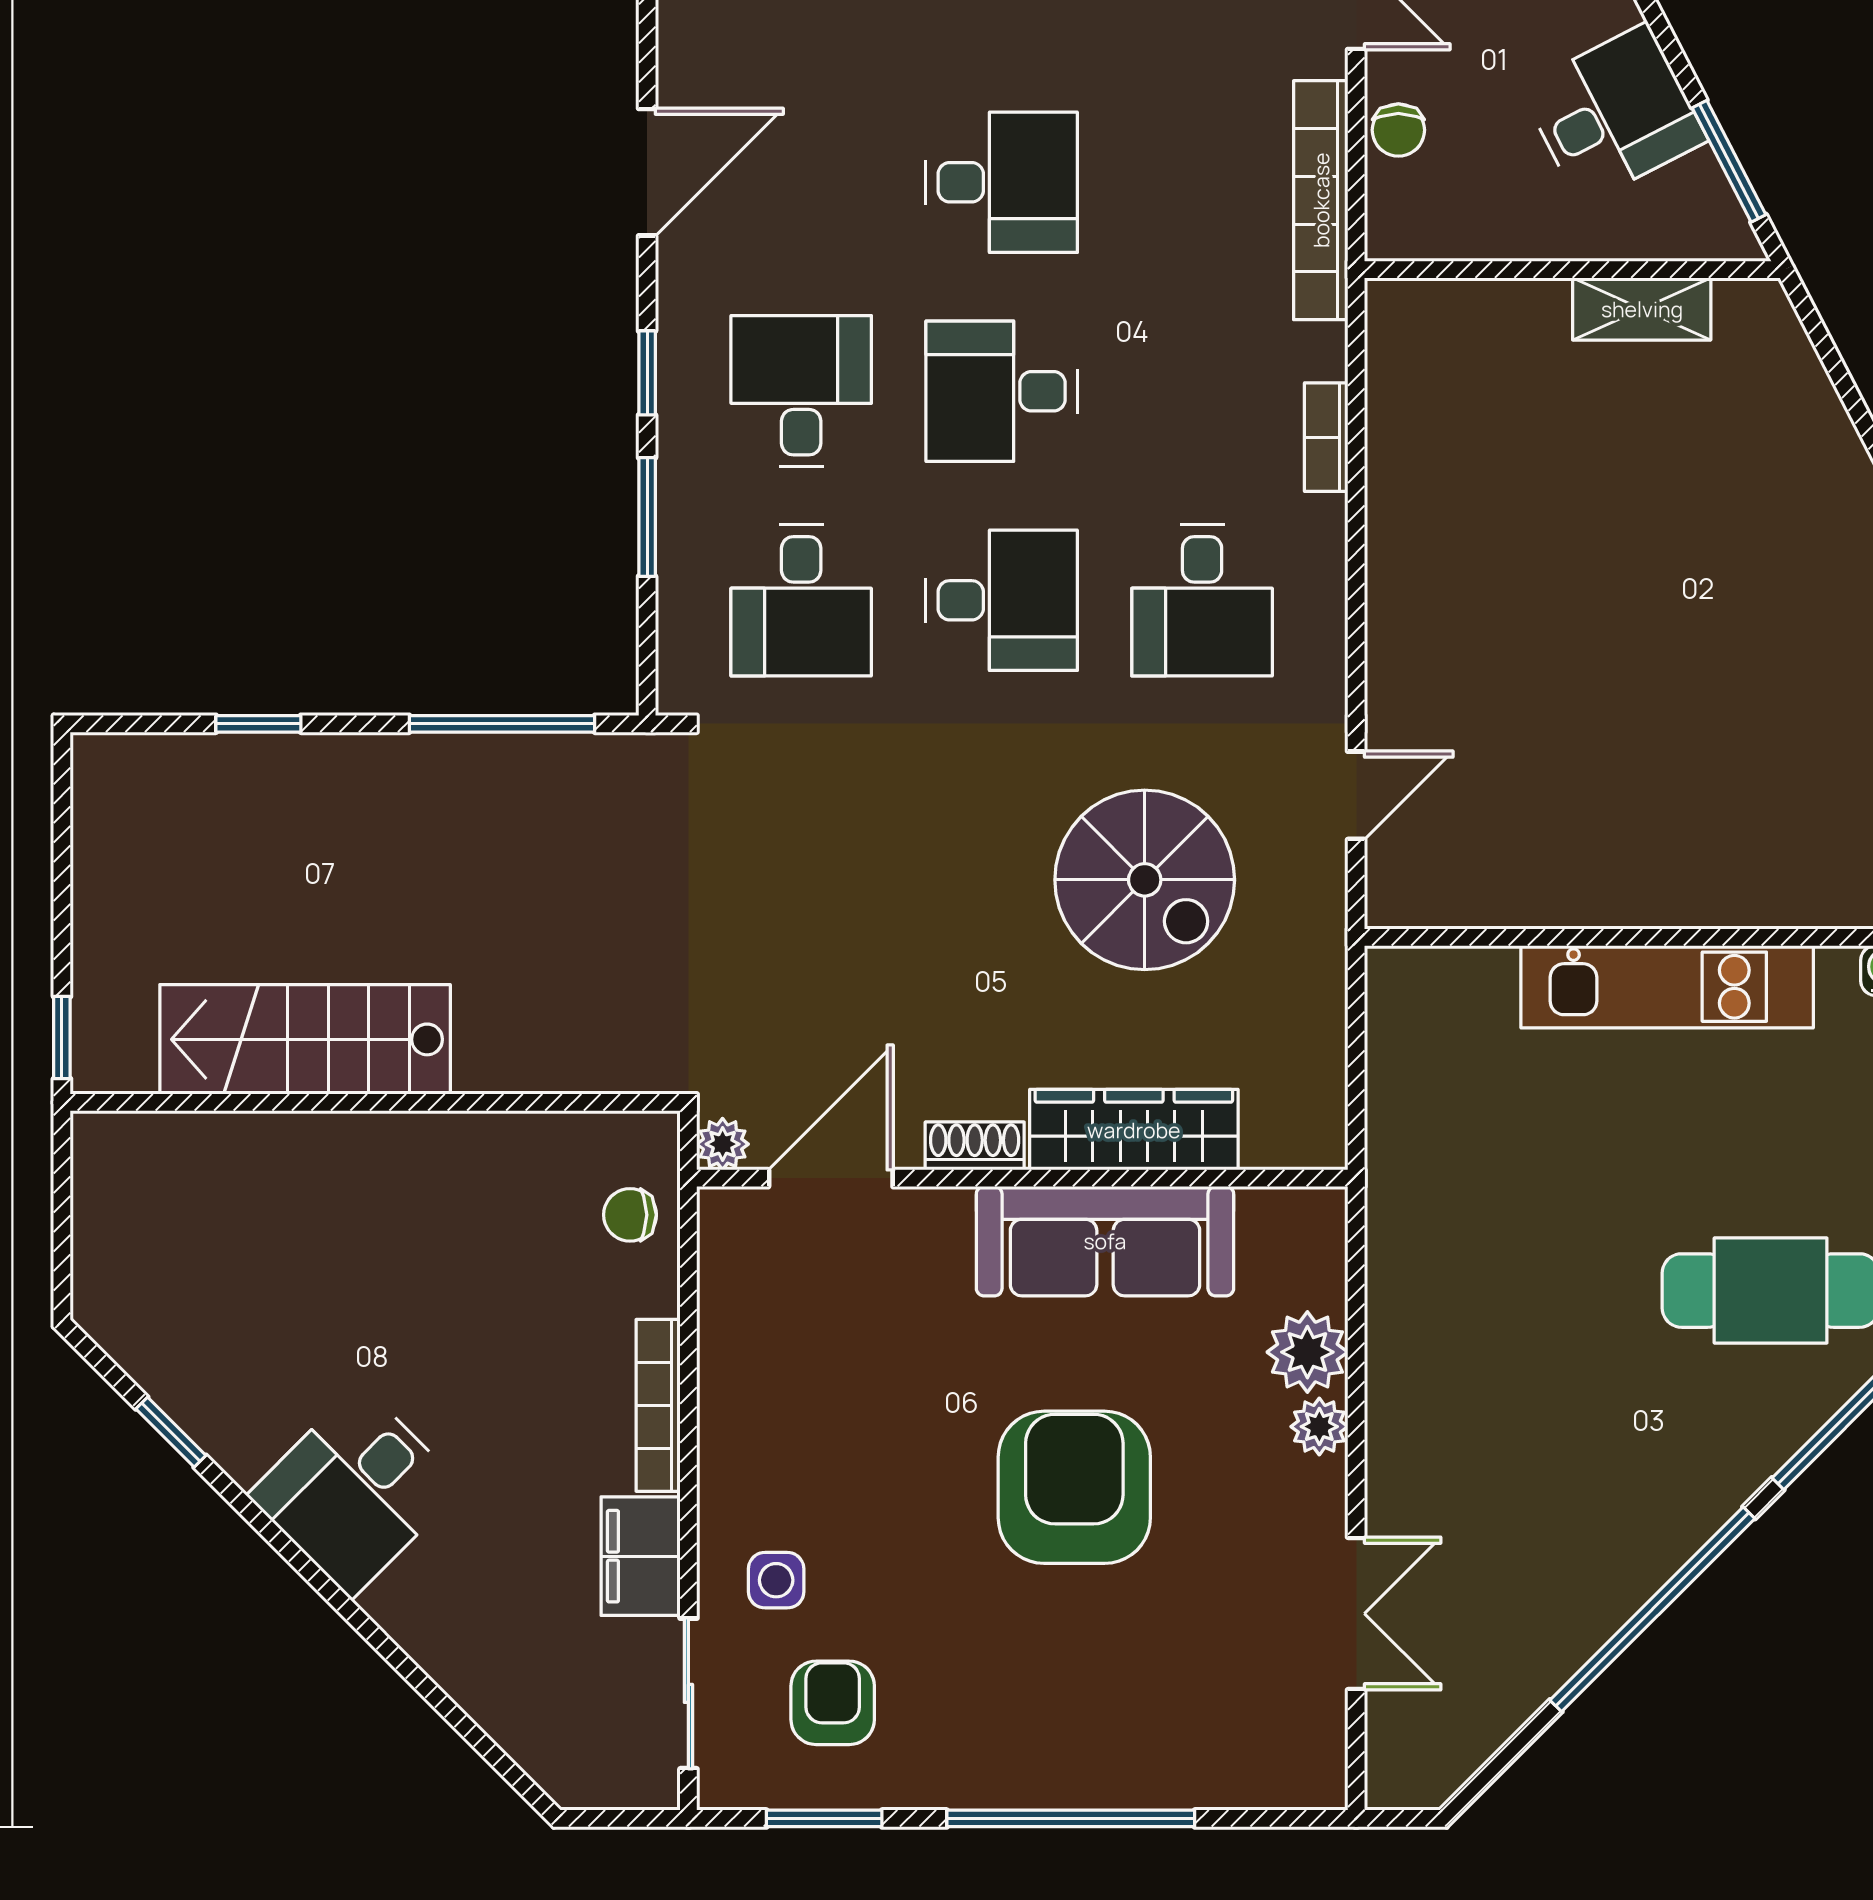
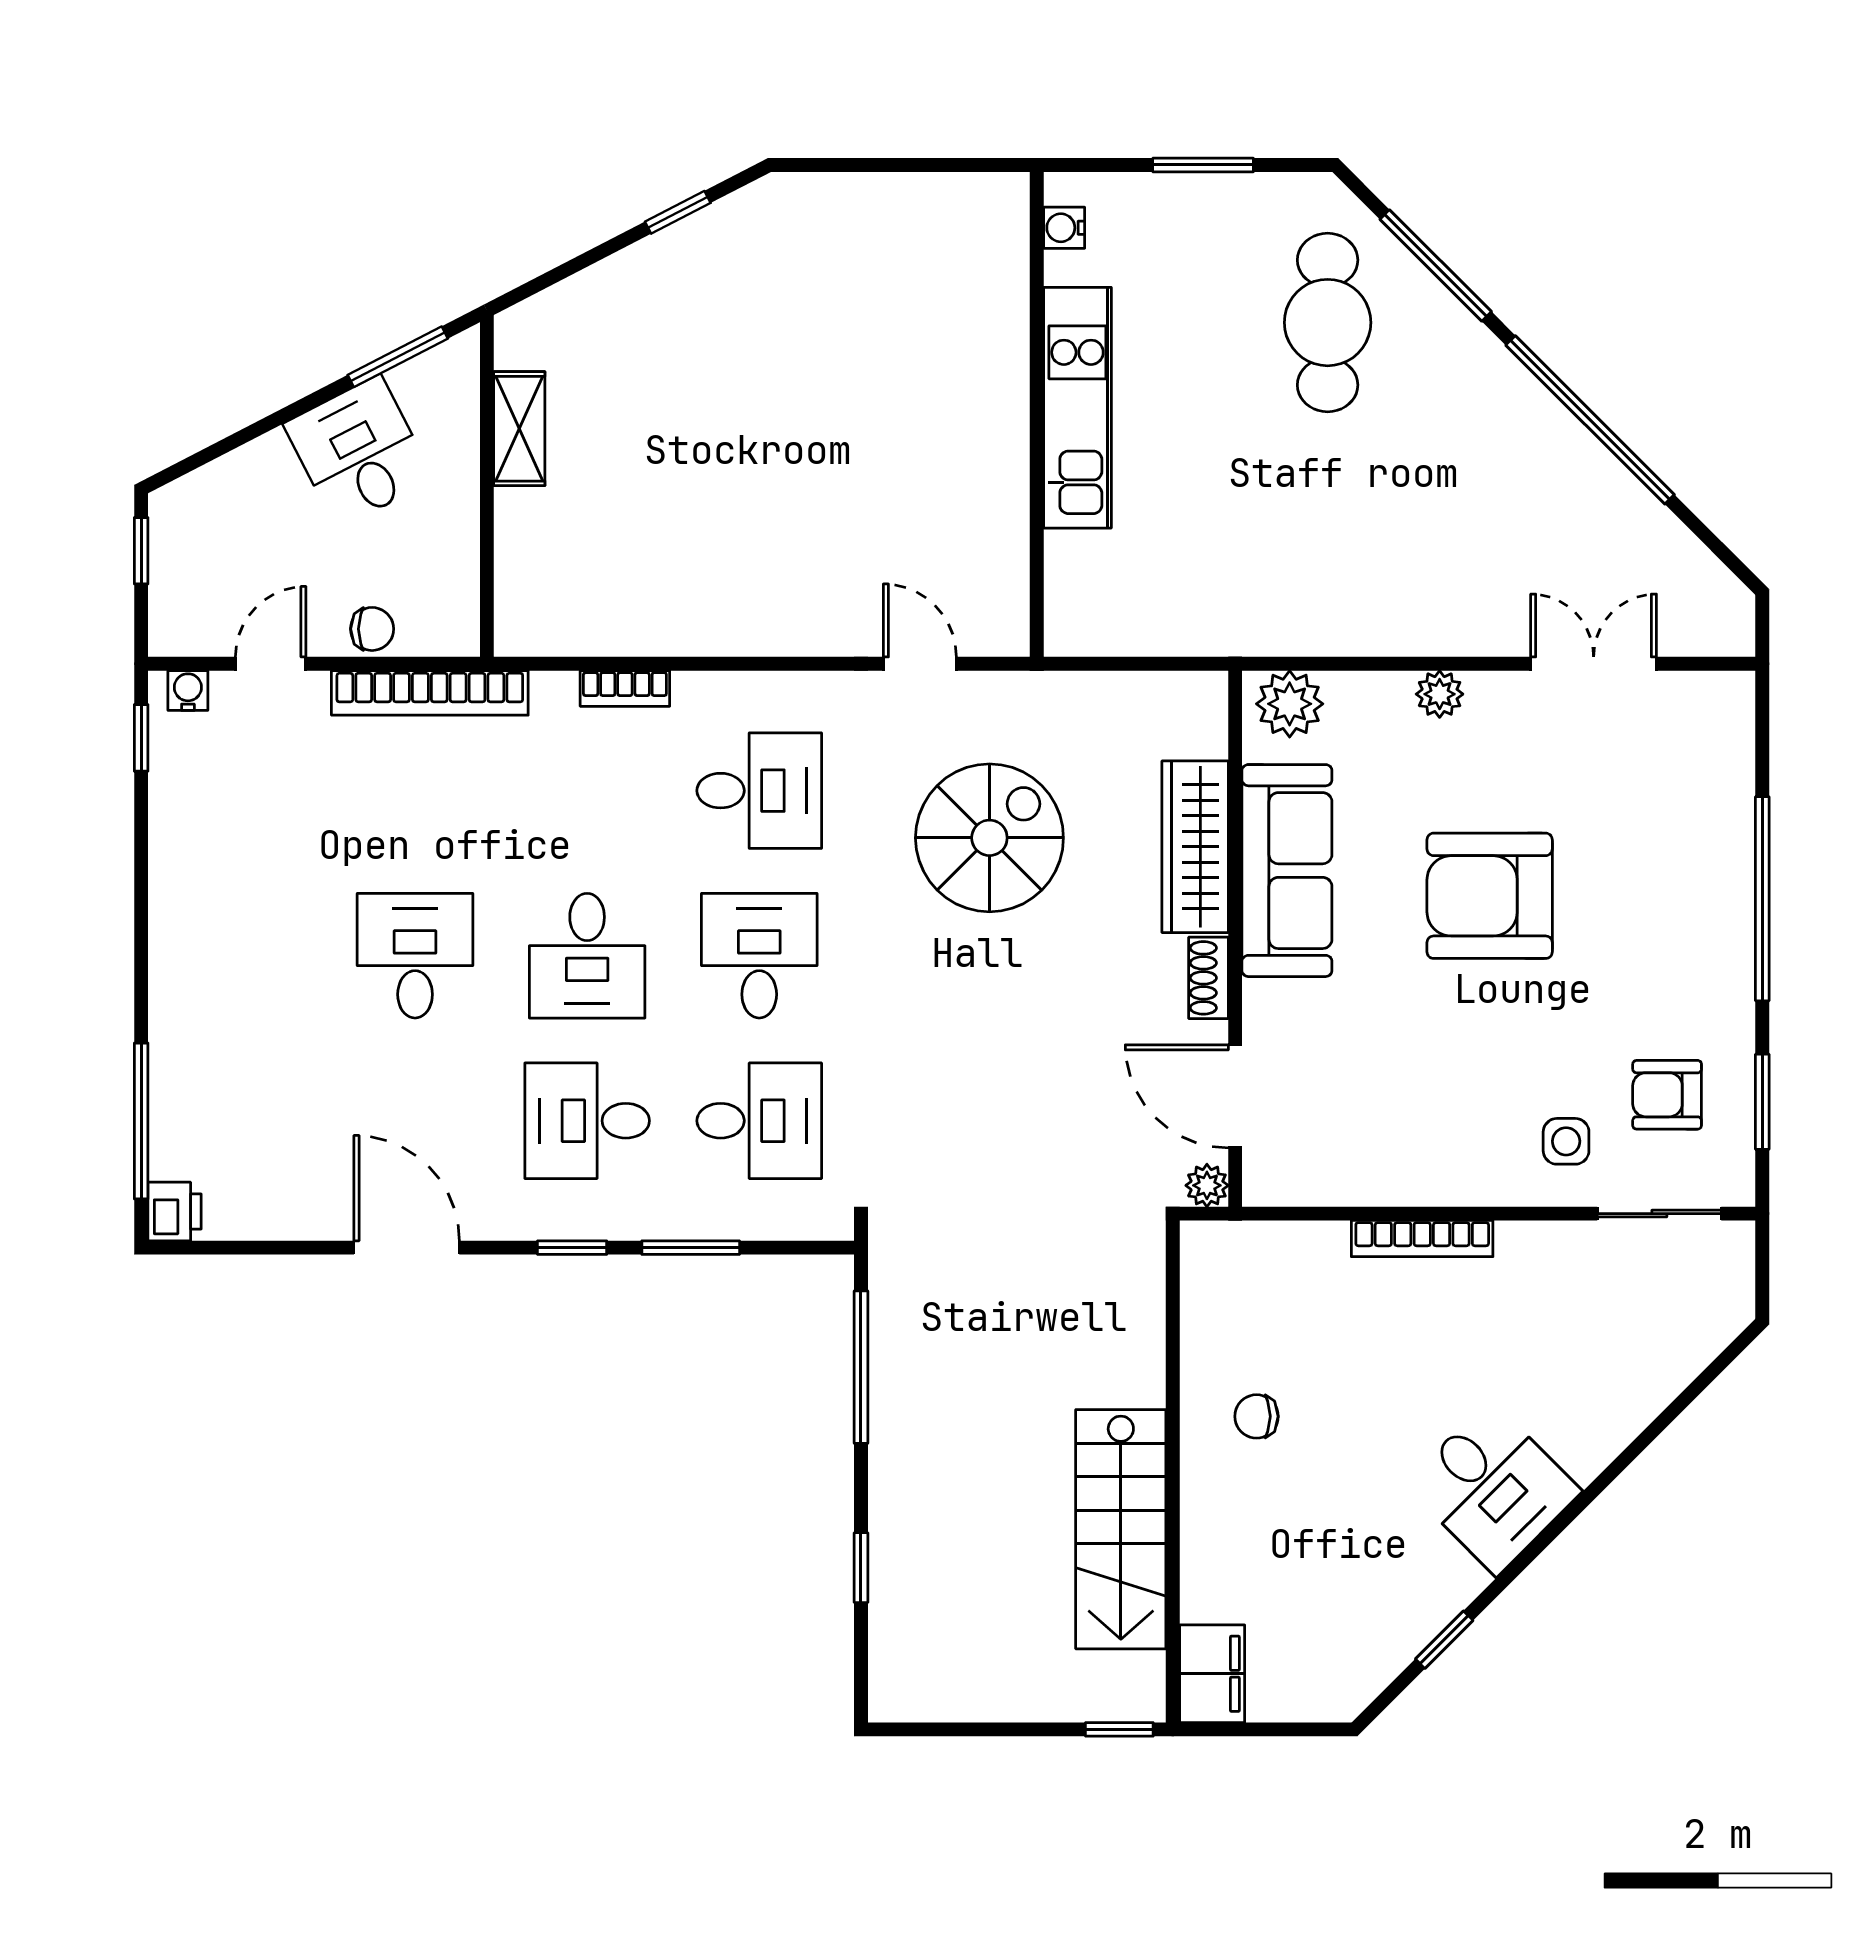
chair: (630, 1215) -> (1256, 1416), moved, turned 90
plant: (1307, 1352) -> (1290, 704), moved
filing cabinet: (641, 1556) -> (1212, 1674), moved, turned -90

